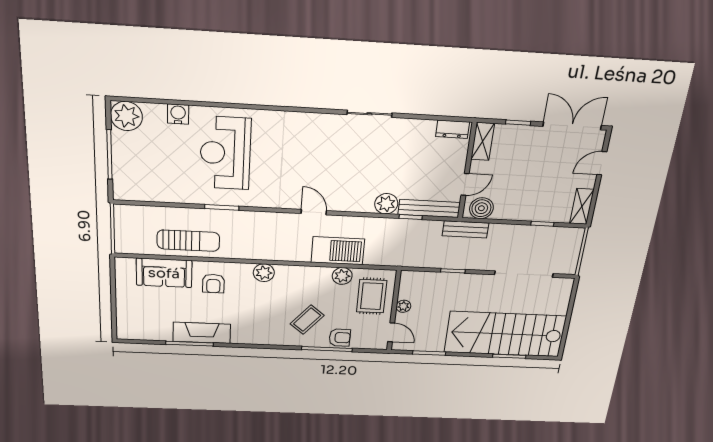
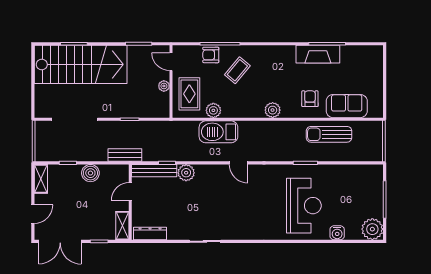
dresser: (453, 129) -> (150, 234), width x1.44
boiler: (481, 208) -> (90, 173), moved

